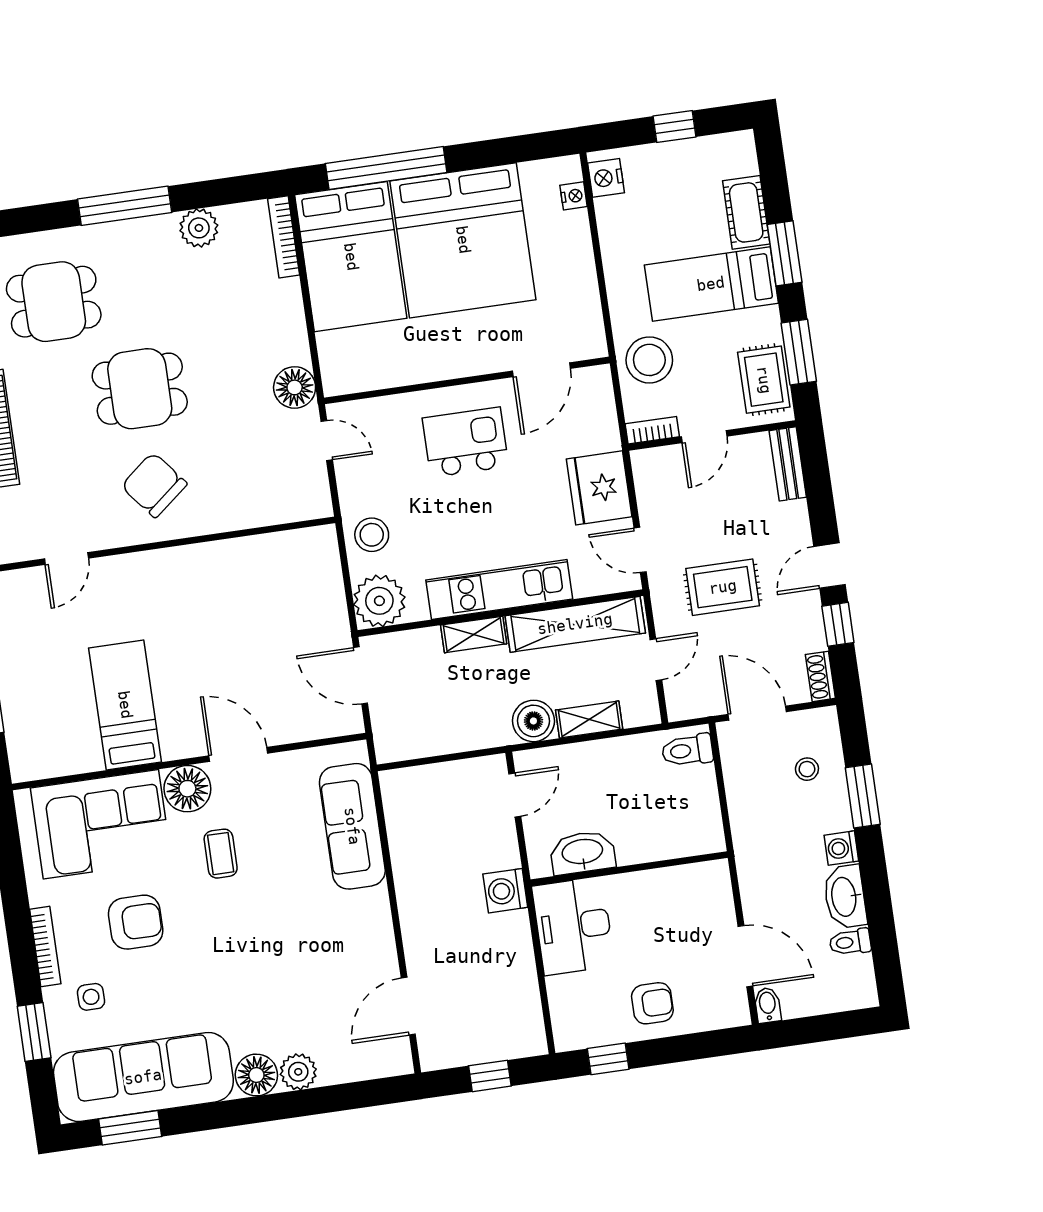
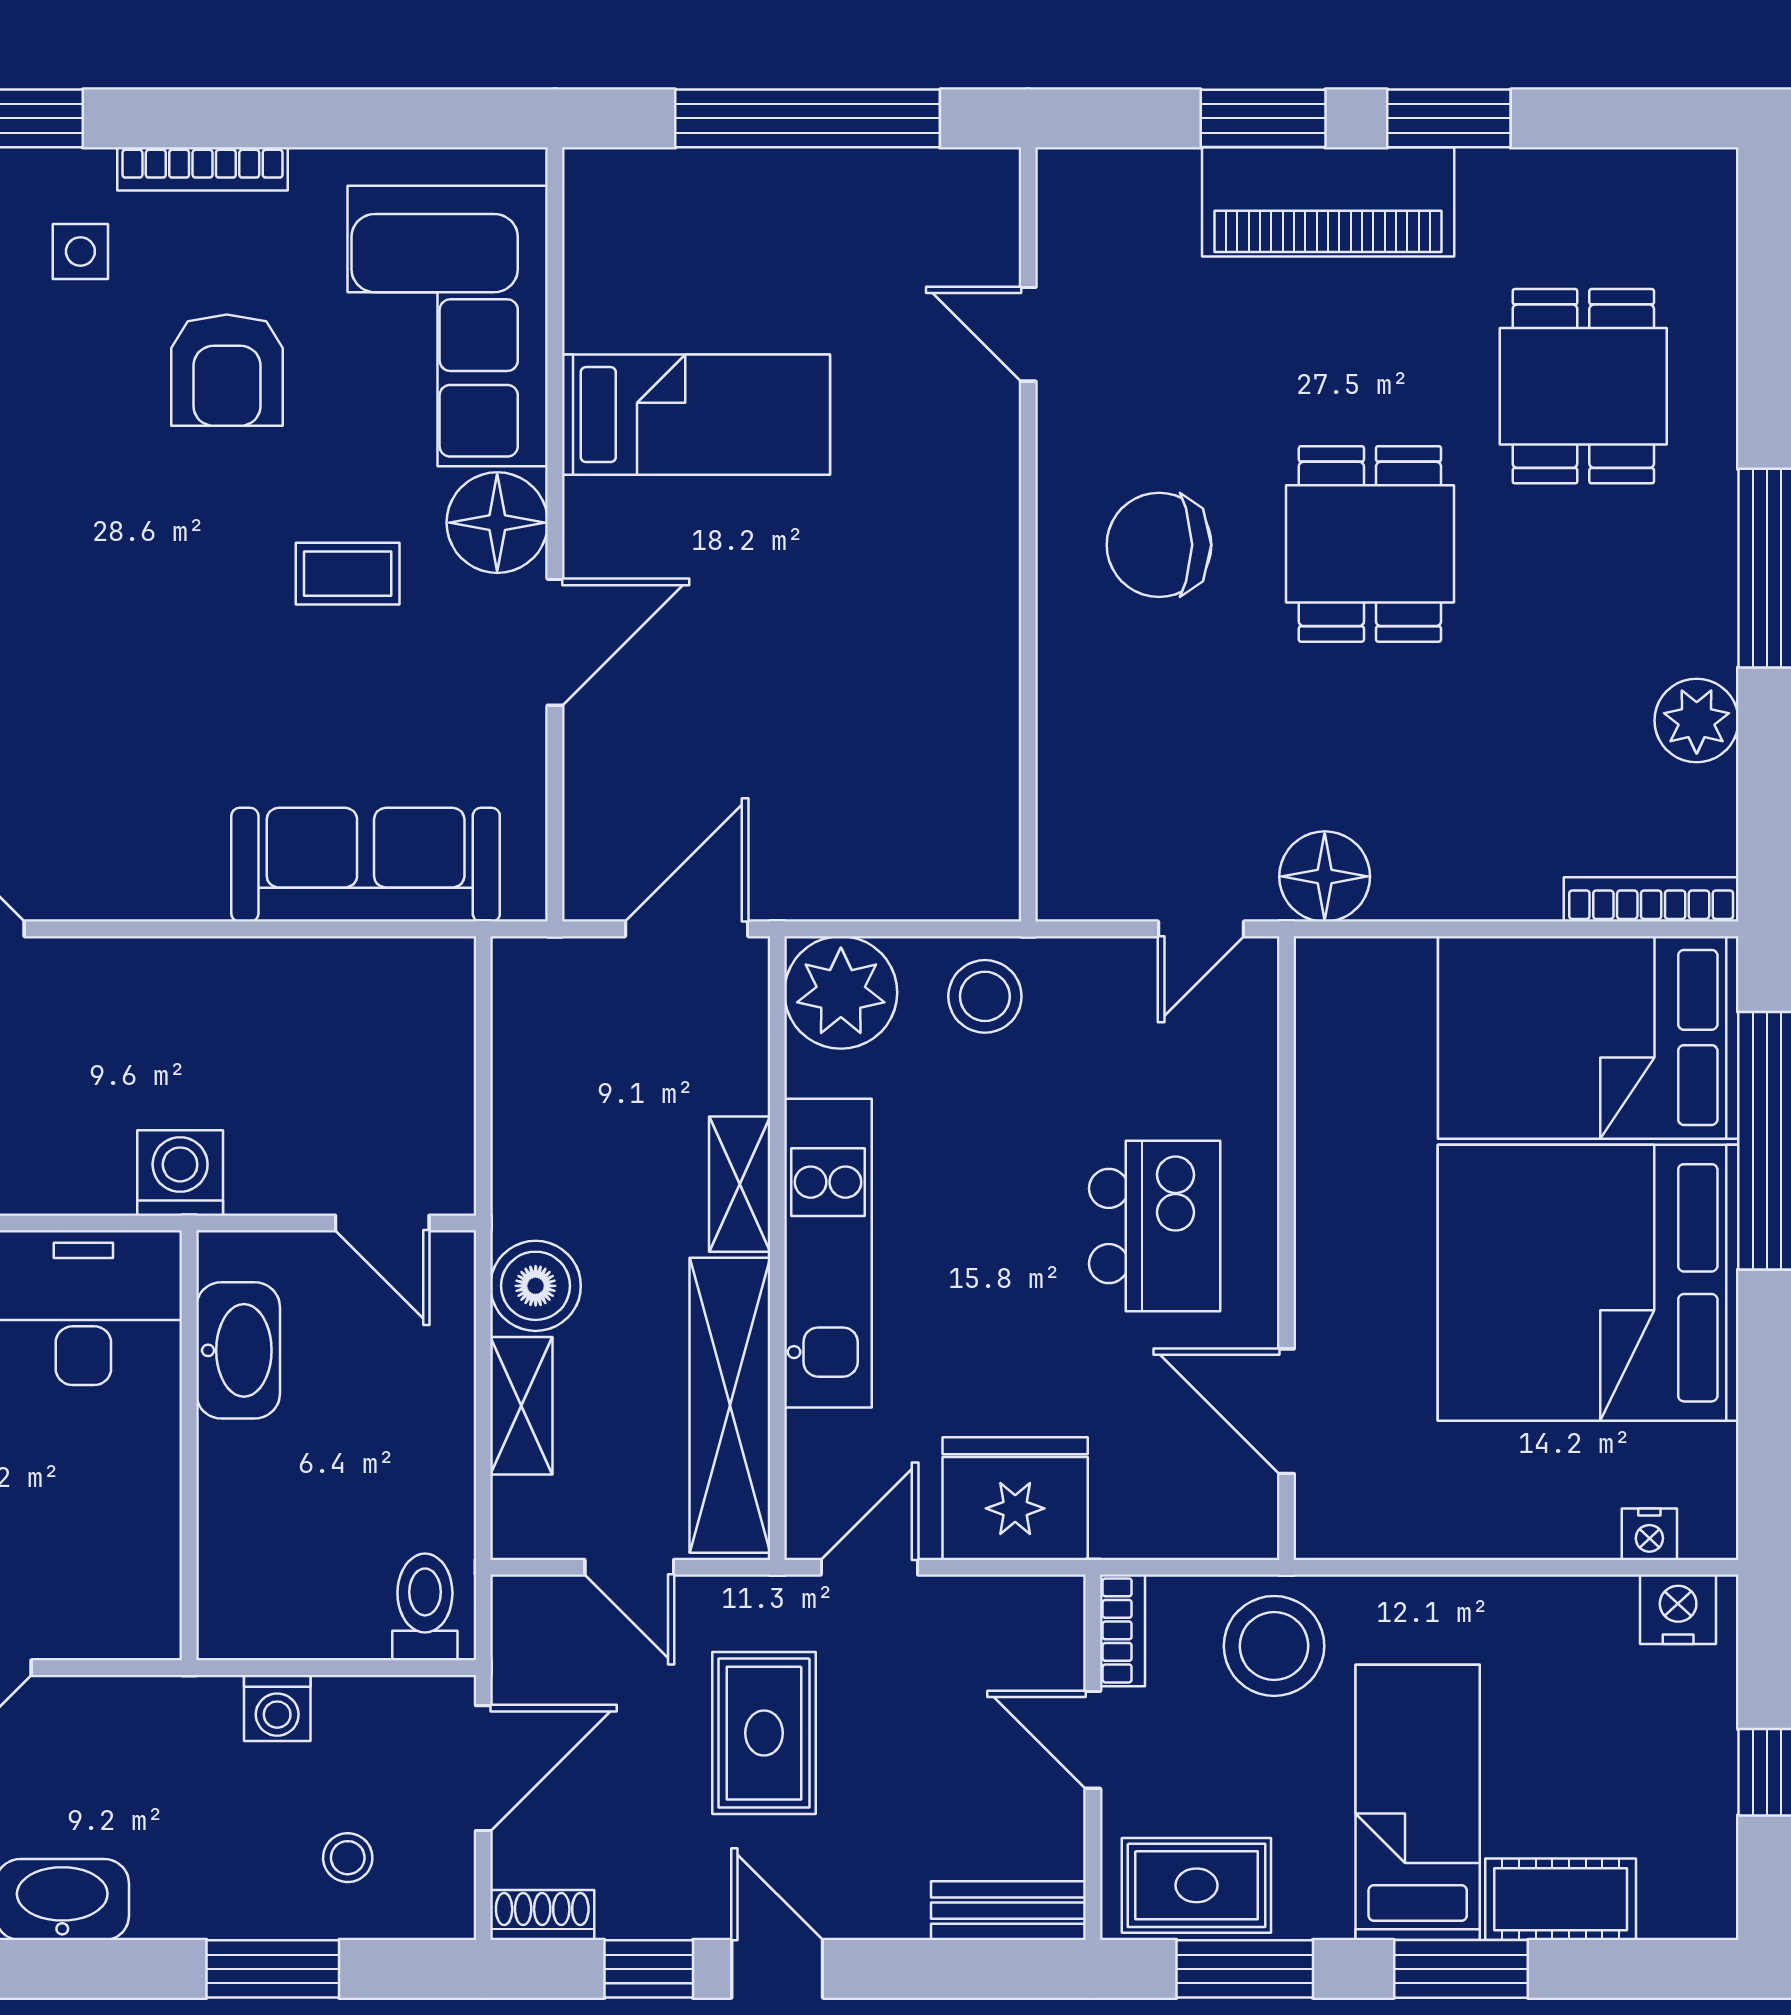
chair: (154, 485) -> (1159, 545), turned -141
washing machine: (841, 848) -> (277, 1708), moved, turned 180

